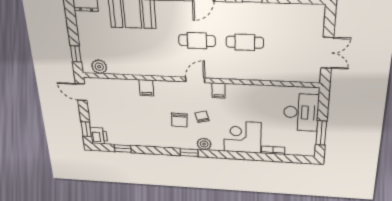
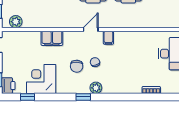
filing cabinet: (146, 88) -> (52, 38), width x2.00
corner desk: (242, 137) -> (41, 79), moved

